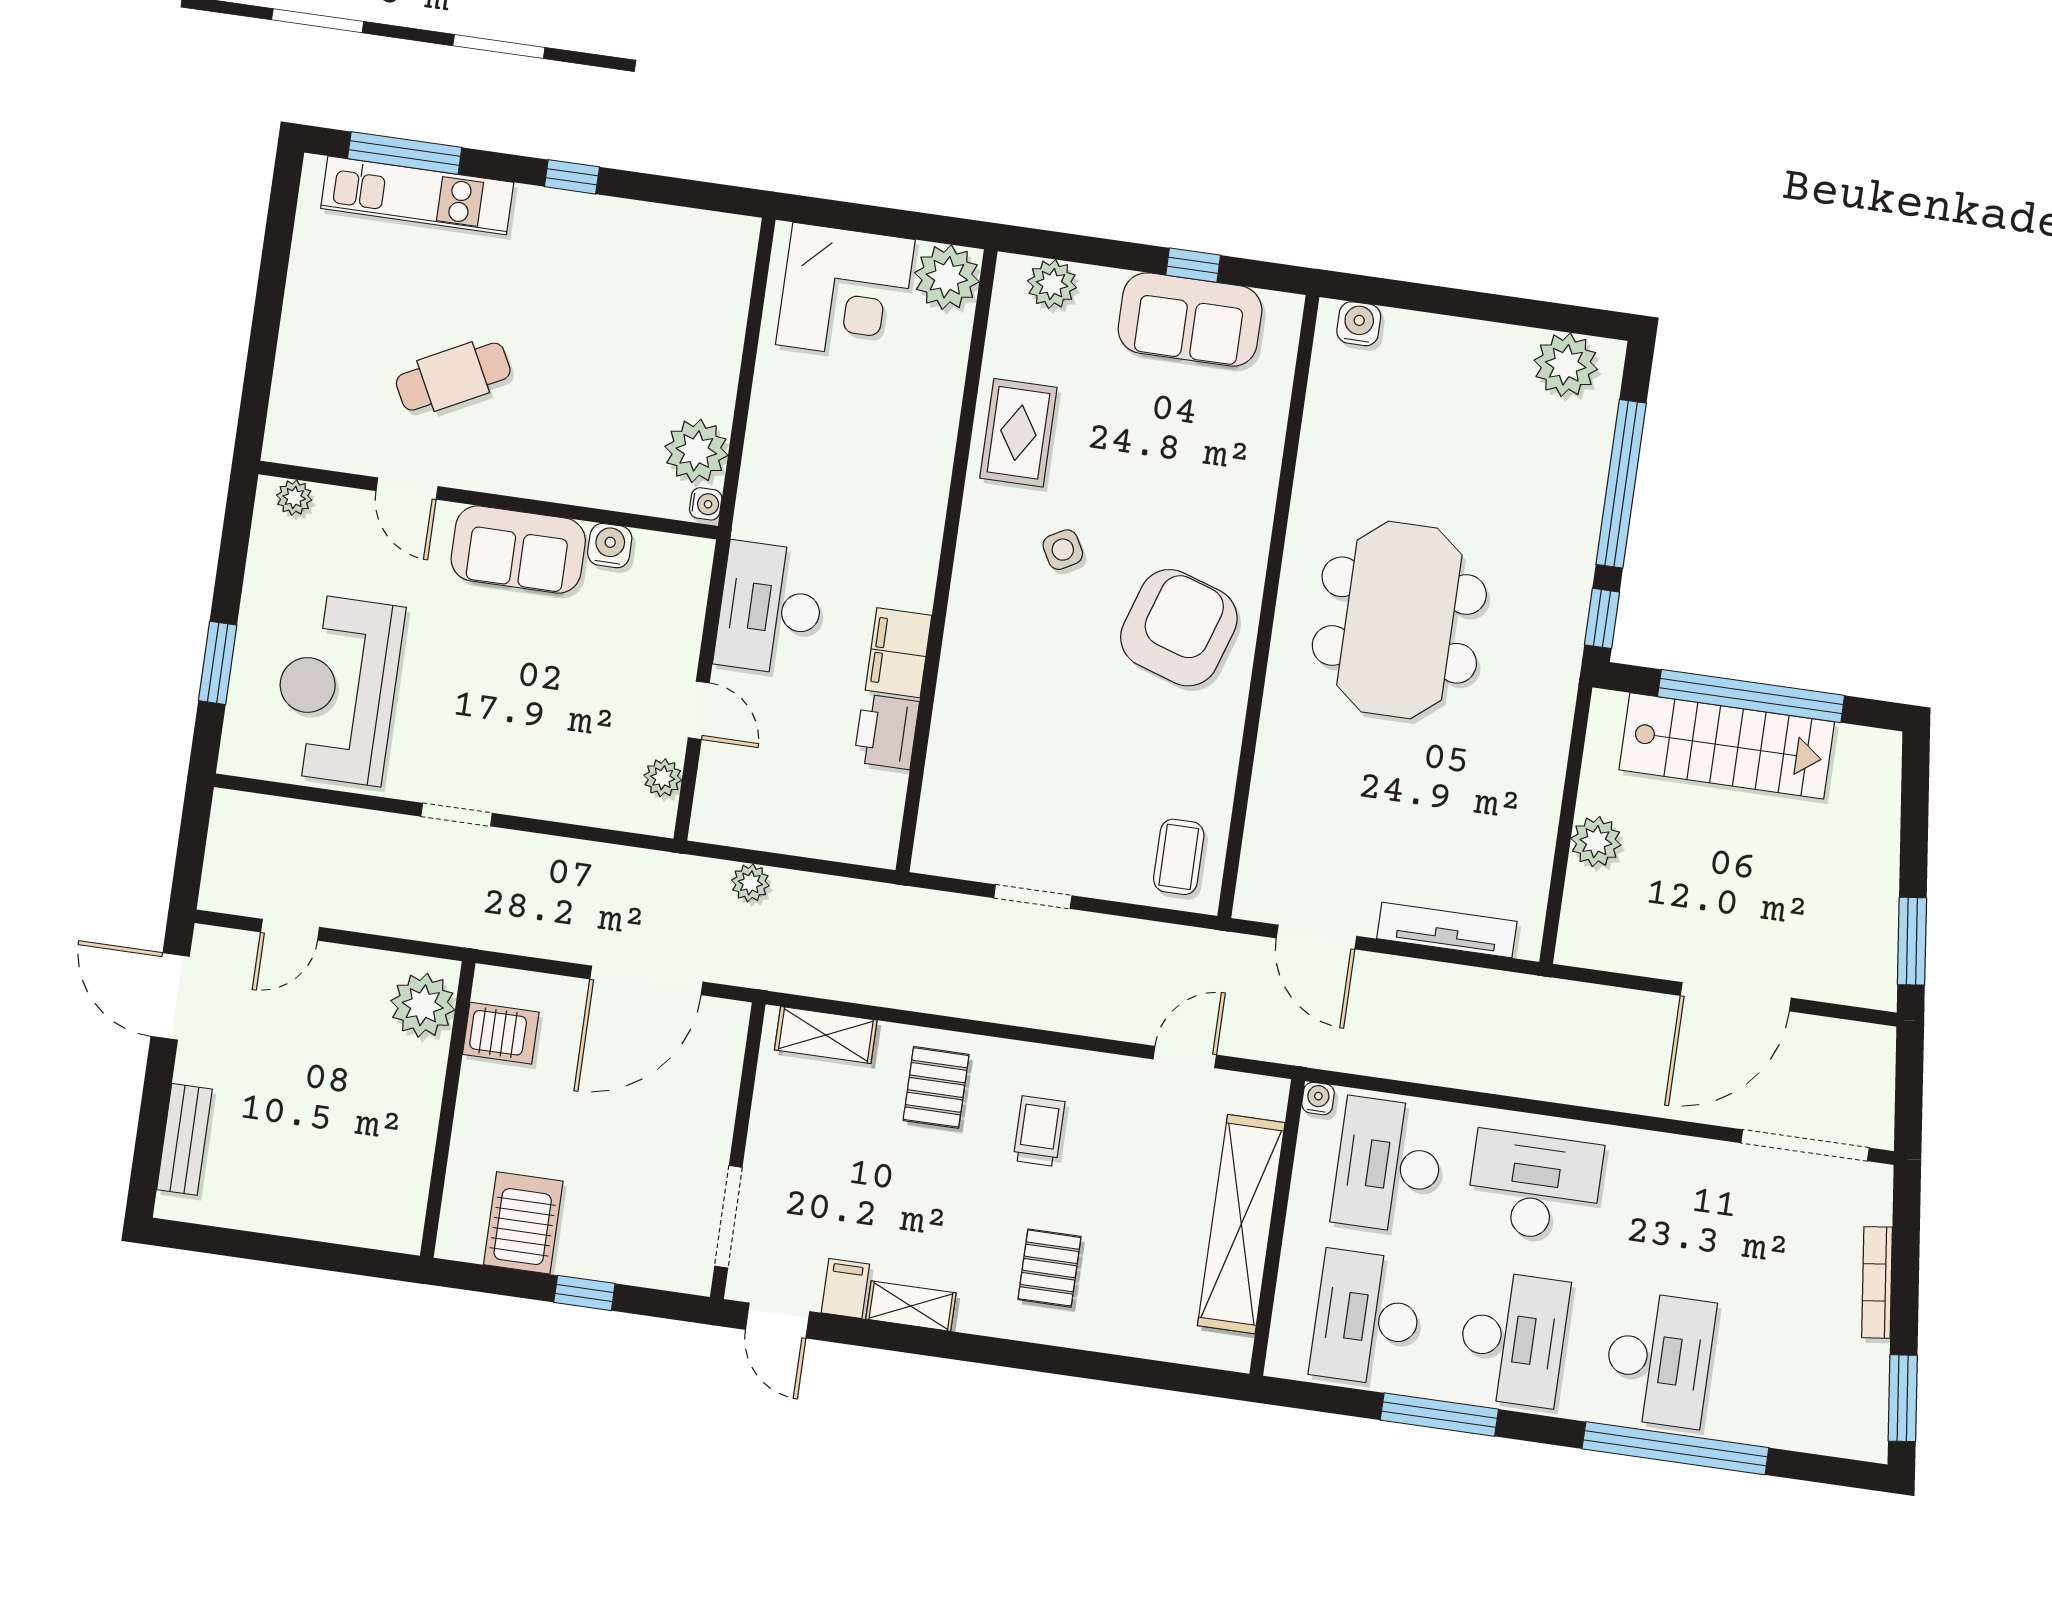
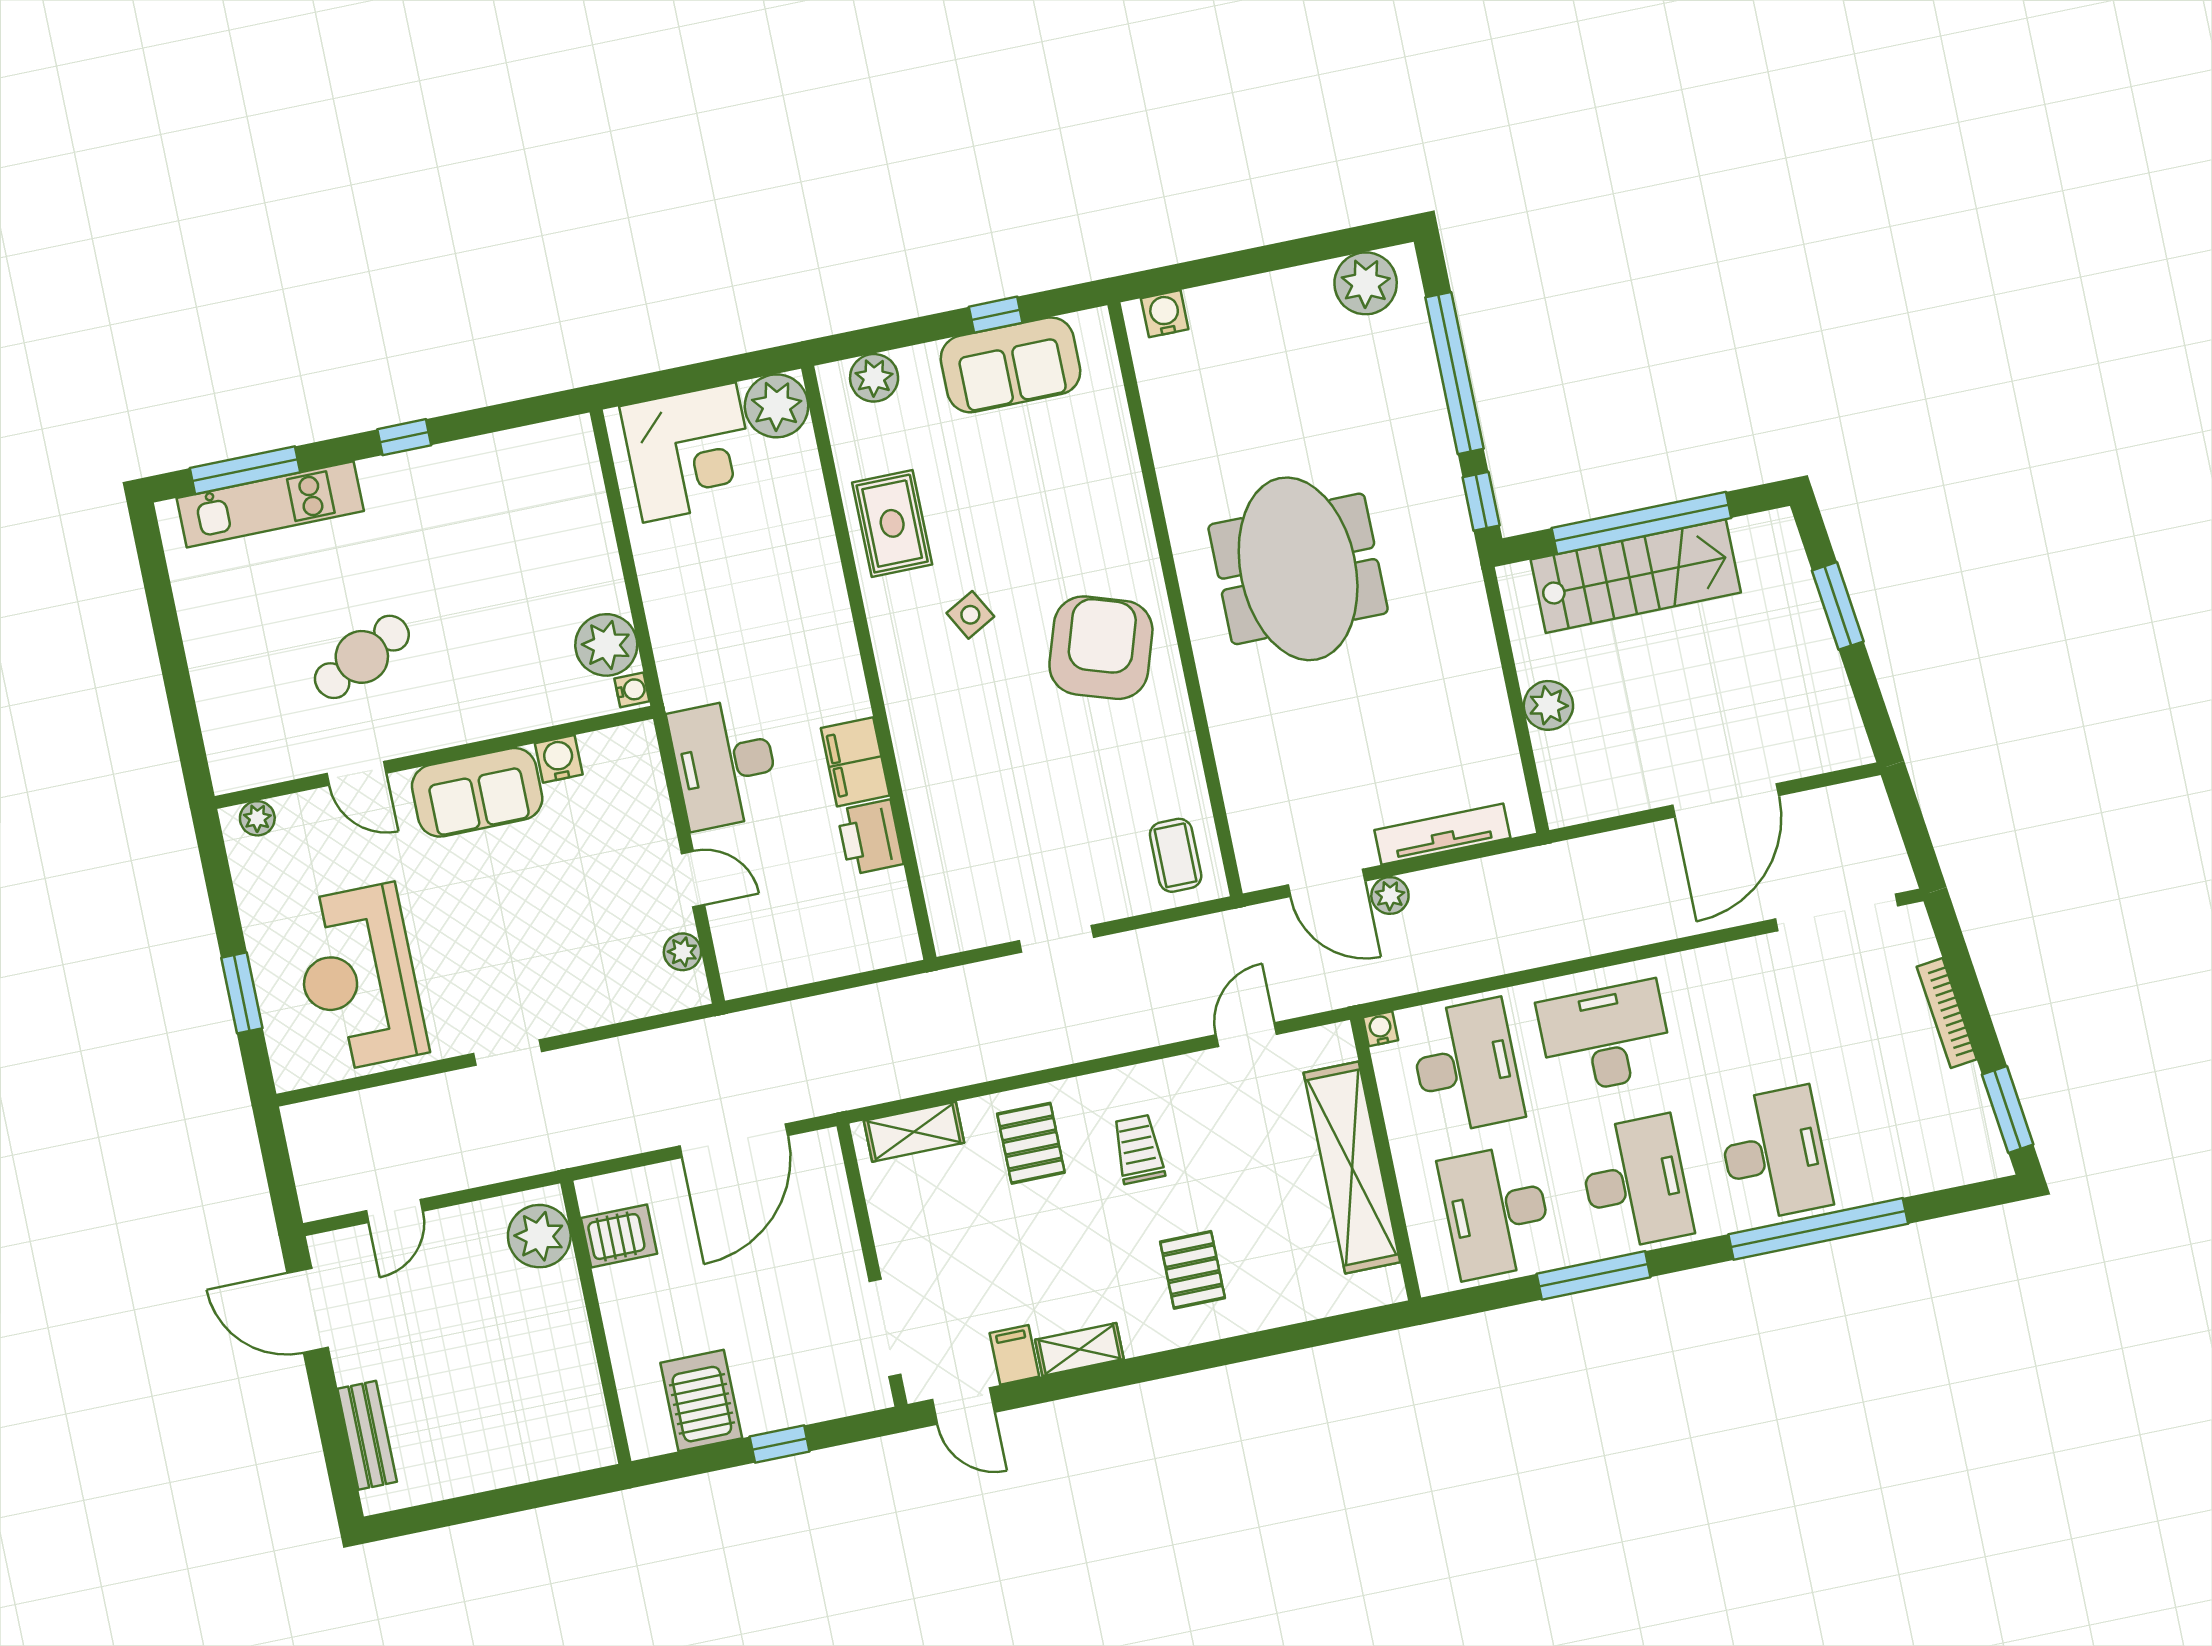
plant: (750, 883) -> (1390, 896), moved
window: (1912, 941) -> (1838, 606), moved
desk: (1389, 1166) -> (1466, 1066), turned 180

